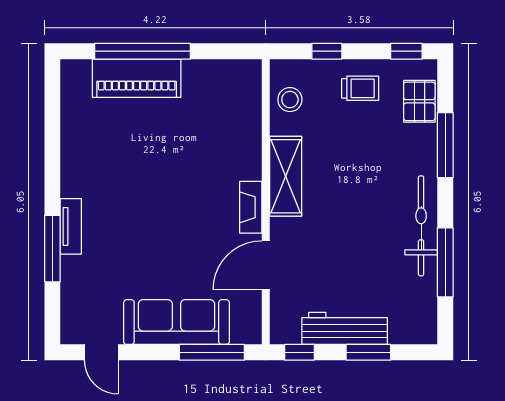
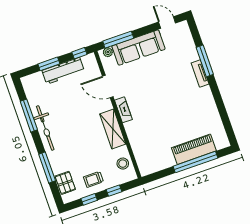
window: (406, 51) -> (89, 199), moved
door: (266, 265) -> (108, 87), swing flipped
plant: (242, 334) -> (108, 52), added

